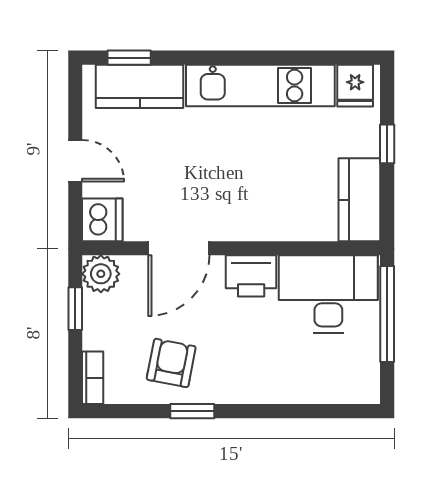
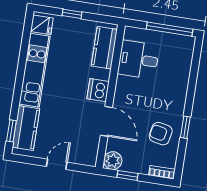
kitchen counter: (359, 200) -> (104, 48), moved, turned 90
dishwasher: (102, 220) -> (98, 90), moved, turned -90
printer: (251, 276) -> (125, 89), removed
desk: (328, 294) -> (138, 60), width x0.73
window: (387, 314) -> (170, 29), moved

